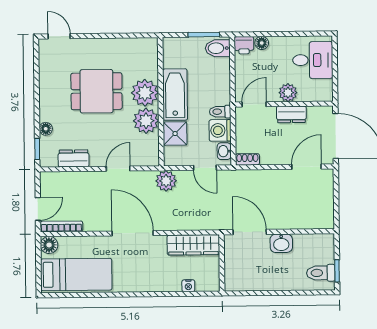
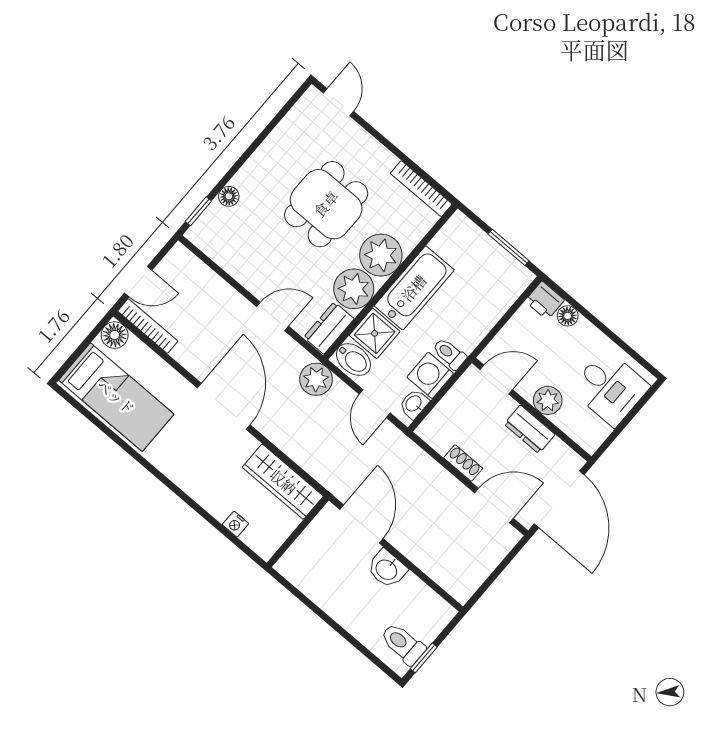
bookcase: (136, 43) -> (421, 189), added
bidet: (218, 48) -> (353, 360), moved, turned 180
dining table: (97, 91) -> (326, 204), turned 90
dresser: (74, 158) -> (329, 328), moved, turned -90
shoe rack: (247, 159) -> (463, 463), moved

